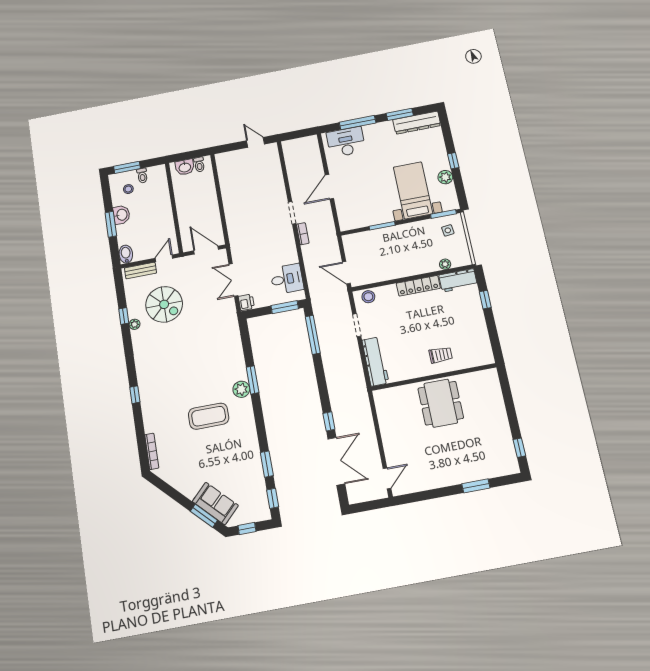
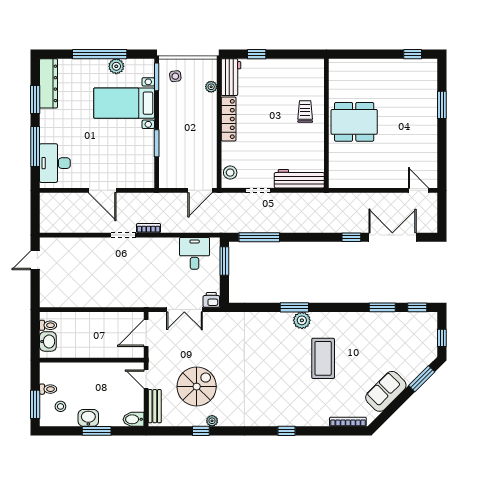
window: (453, 161) -> (100, 54), width x3.17
sofa: (215, 503) -> (386, 391), moved

